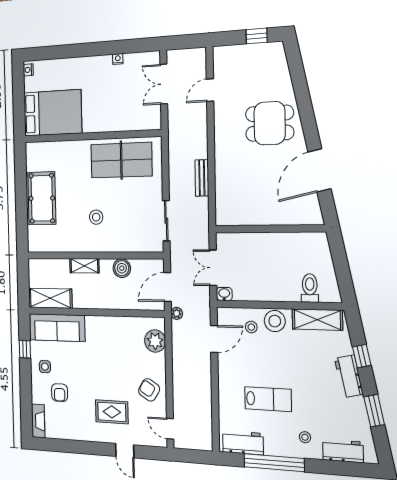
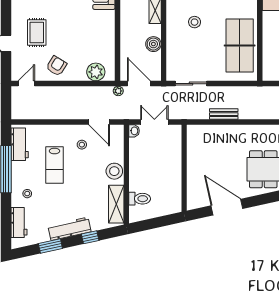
stool: (251, 327) -> (82, 145), moved
workbench: (349, 376) -> (69, 229), width x1.38

